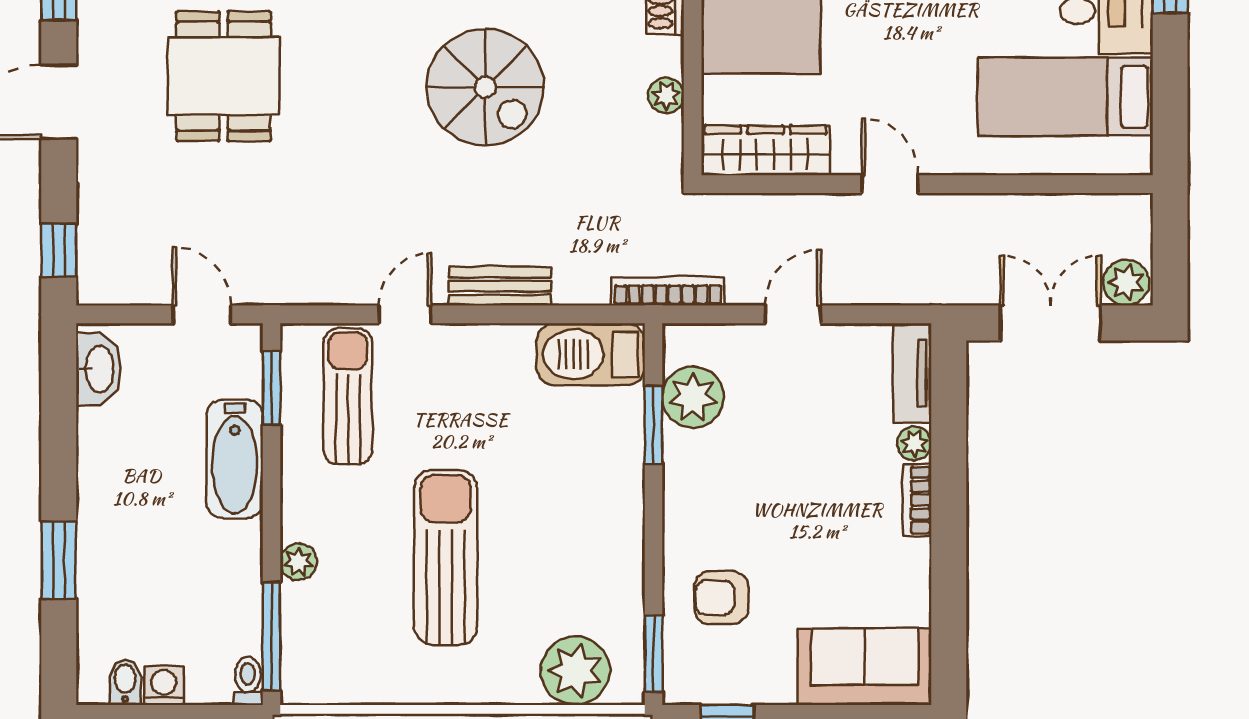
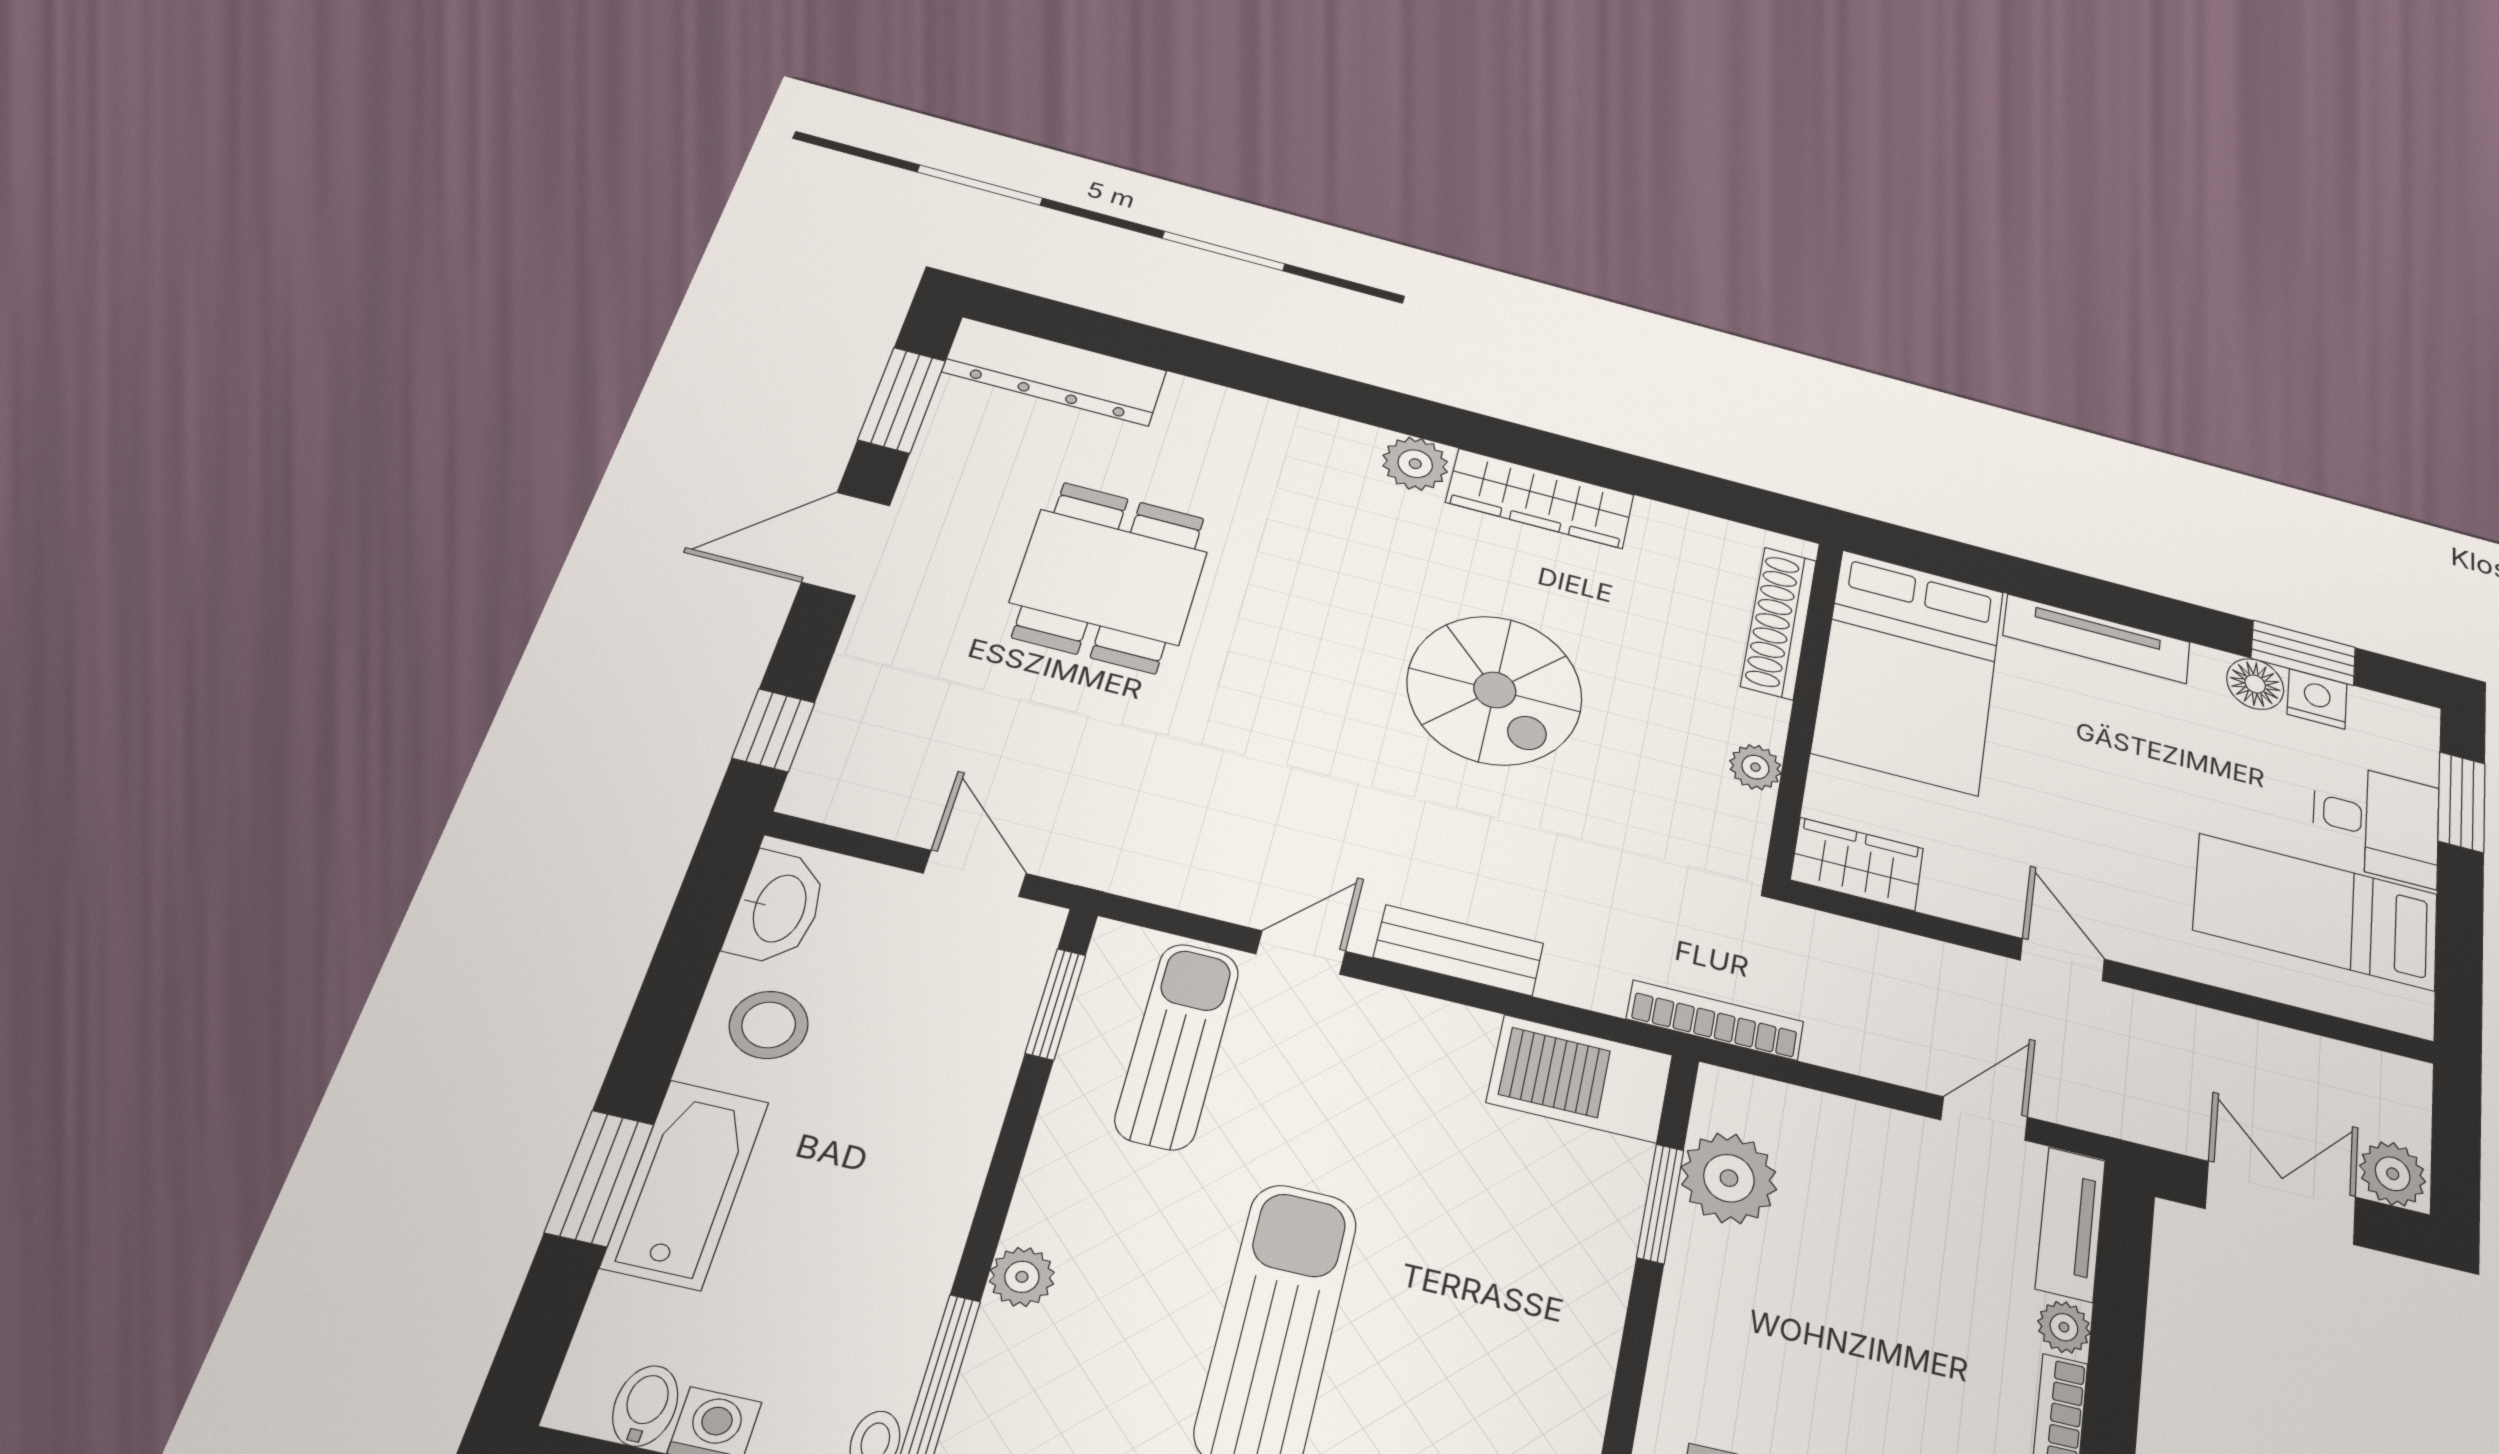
wardrobe: (766, 151) -> (1857, 864), width x0.67
door: (793, 314) -> (1984, 1118), moved
stool: (117, 445) -> (769, 1025), added
bathtub: (235, 459) -> (686, 1184), moved, turned 180

